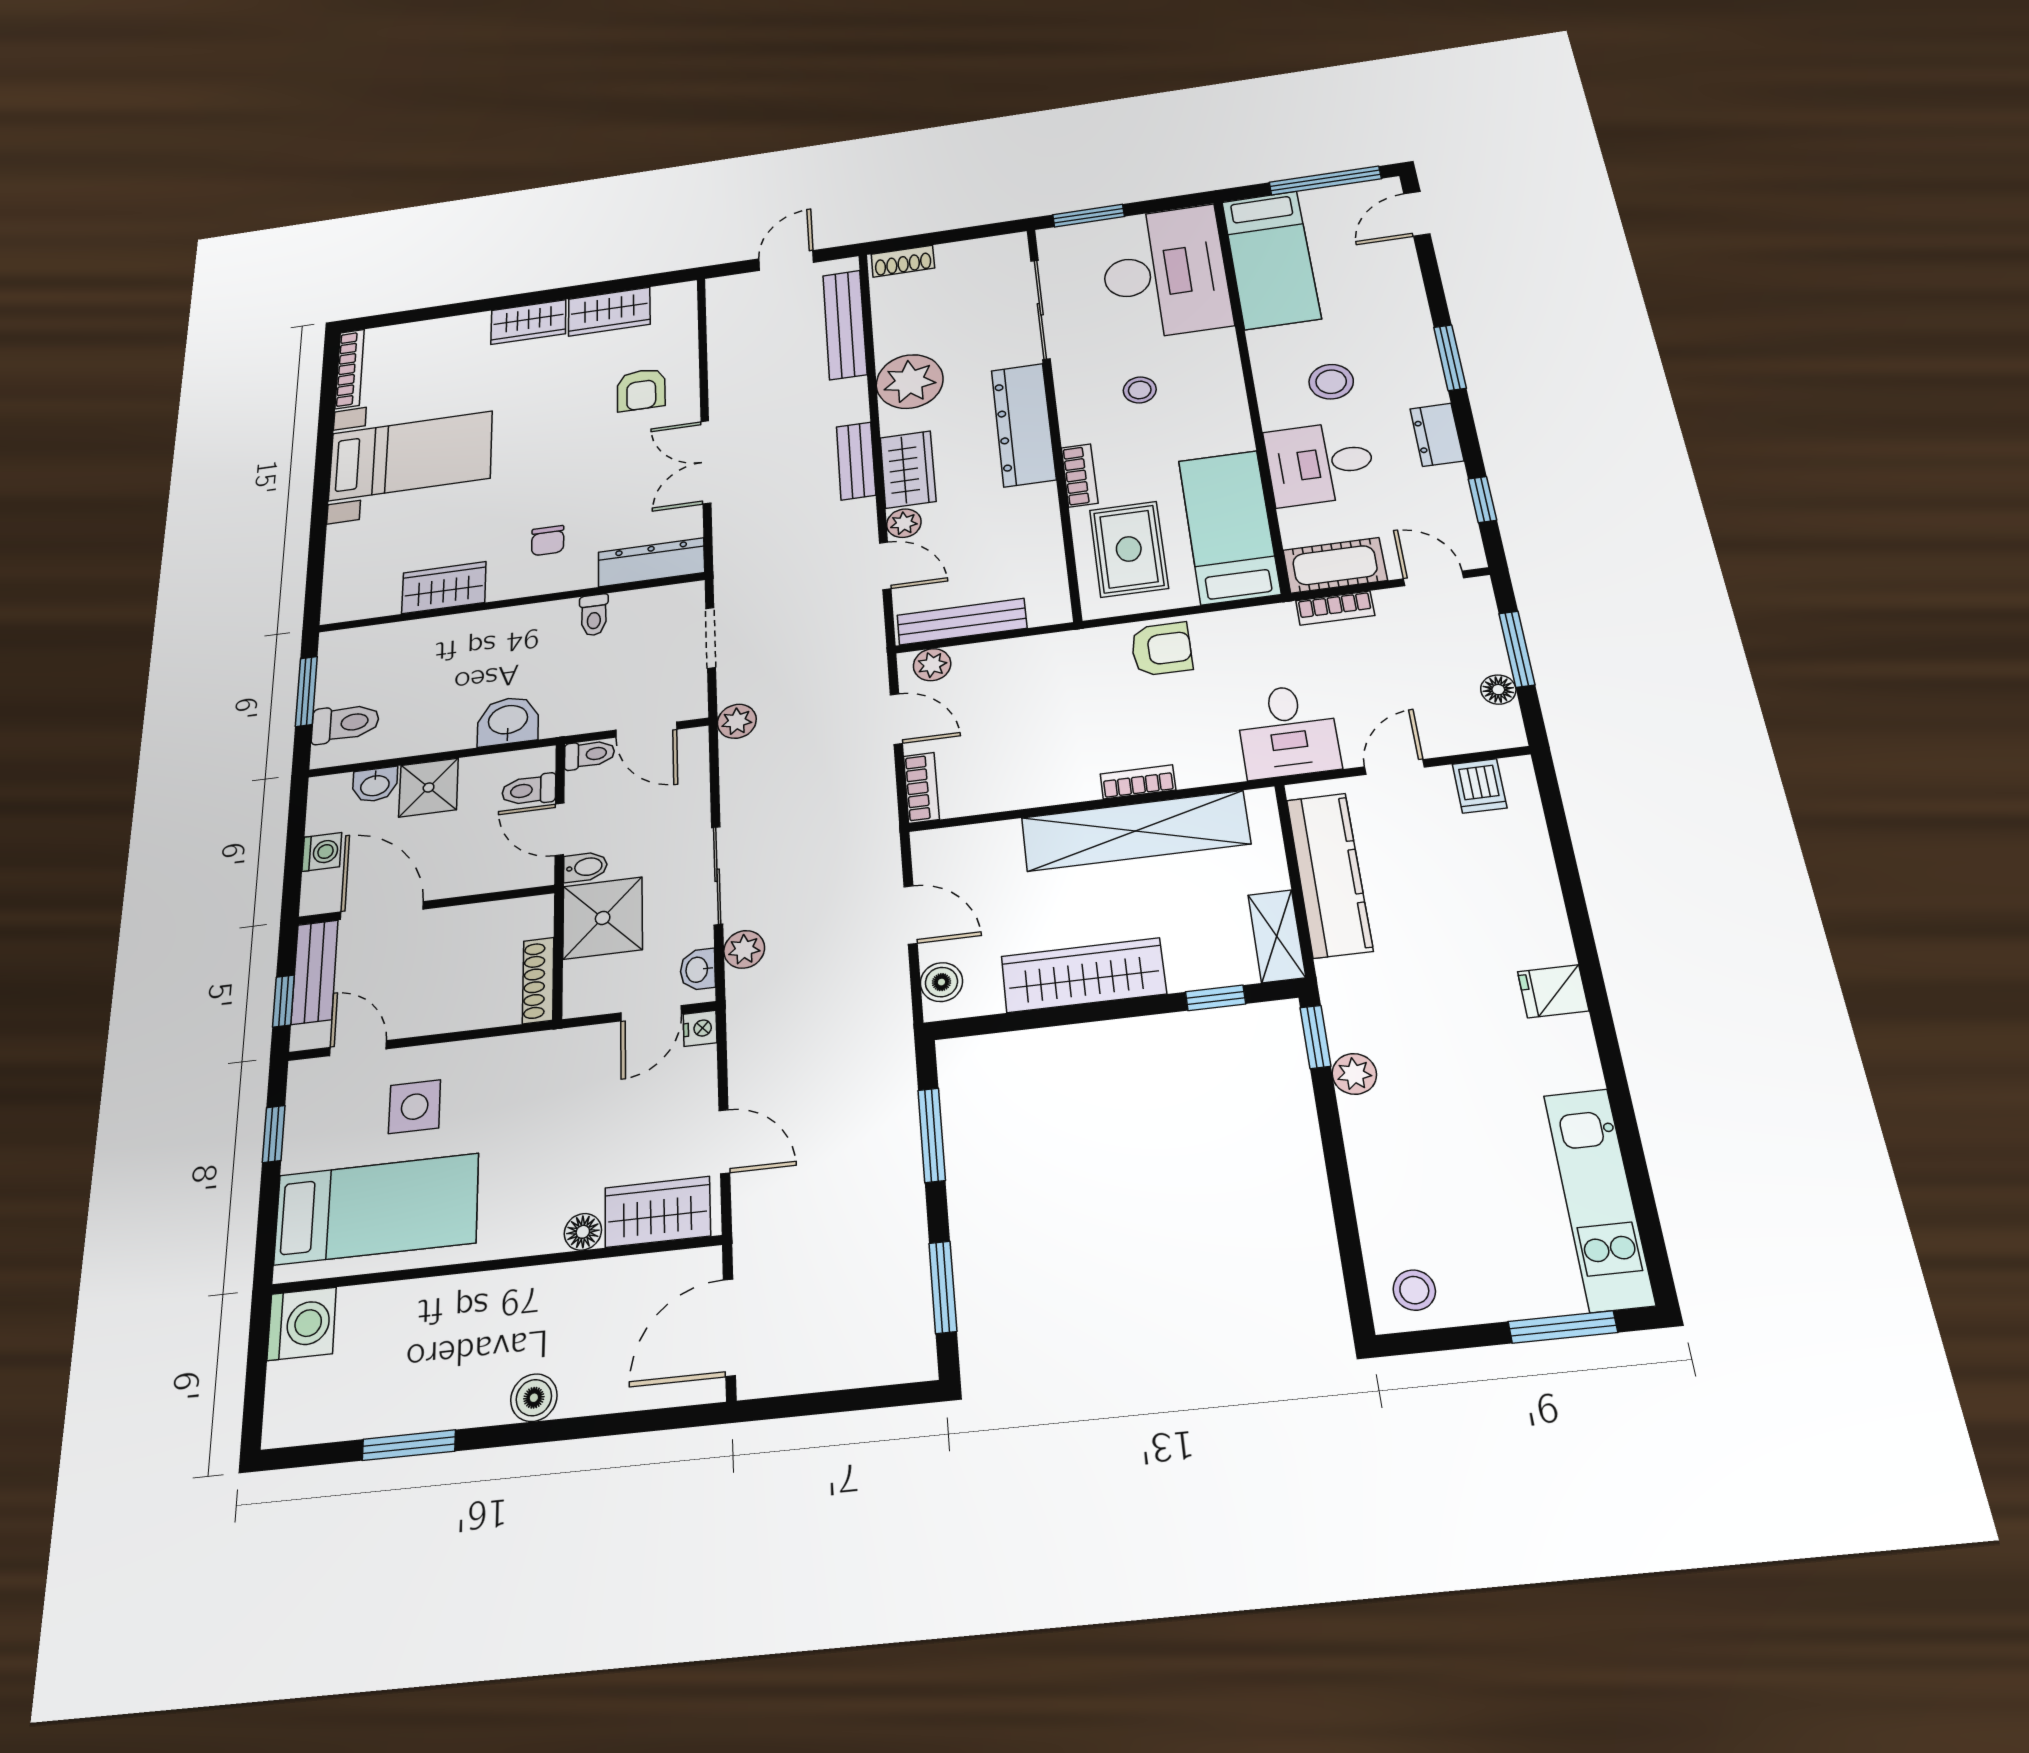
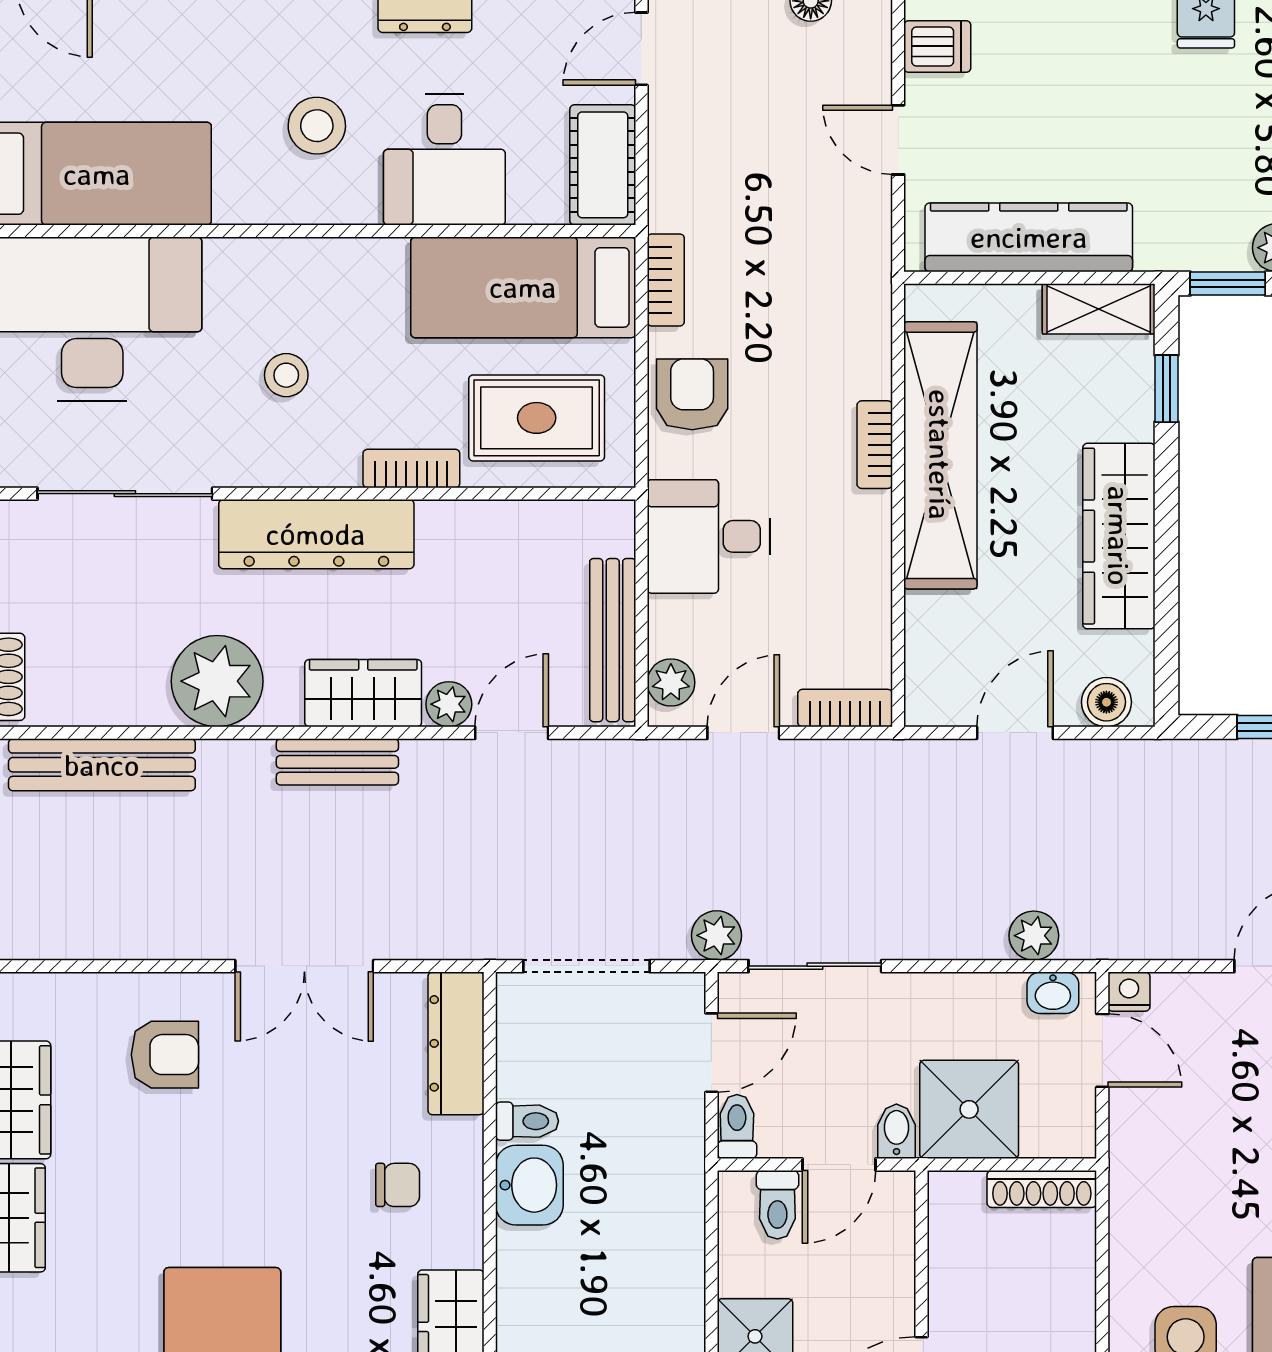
bookcase: (1335, 608) -> (666, 280), moved
doorway: (711, 638) -> (587, 966), width x1.38
washbasin: (508, 721) -> (529, 1185), moved, turned 180
desk: (1288, 731) -> (709, 536), moved, turned 180
sliding door: (717, 875) -> (815, 966), moved

